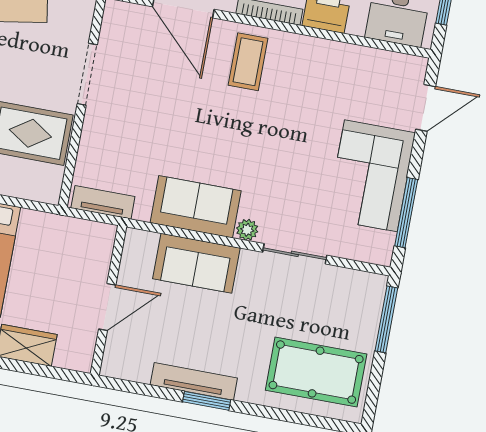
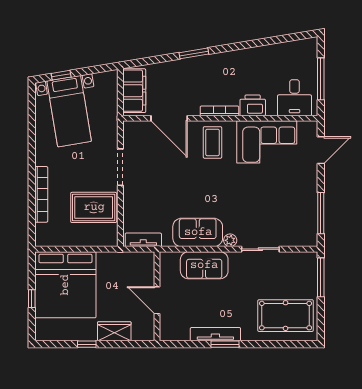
corner sofa: (371, 176) -> (267, 142), moved, turned -90
door: (107, 307) -> (157, 300), swing flipped

